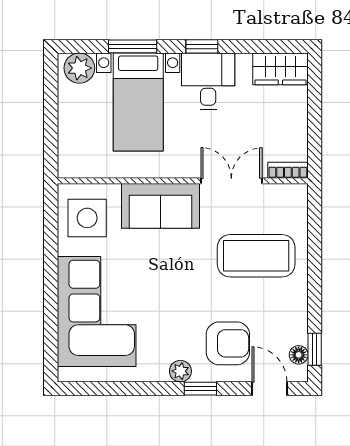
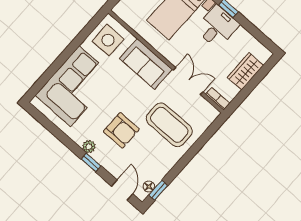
wardrobe: (280, 69) -> (245, 71), moved, turned 90
armchair: (228, 343) -> (121, 130), moved

